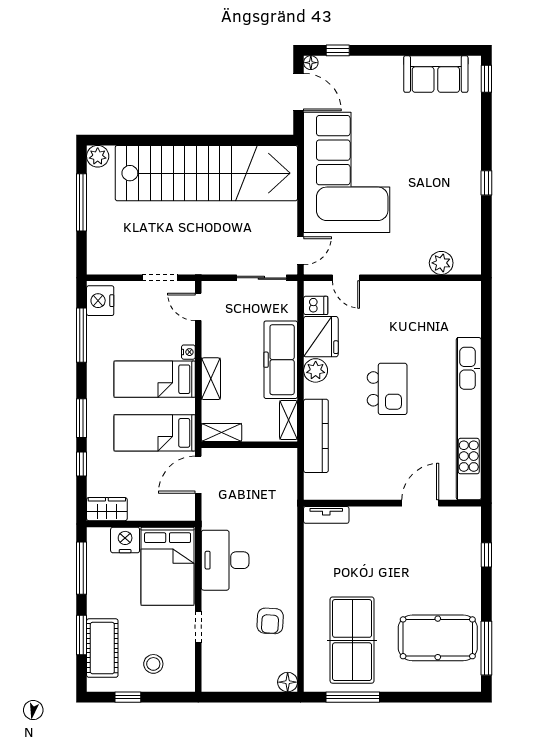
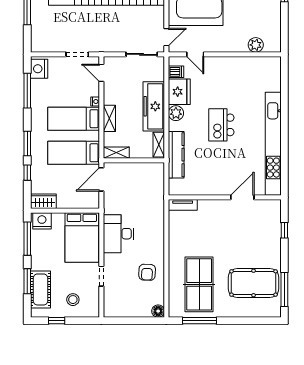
kitchen island: (387, 389) -> (221, 125), turned 180
nightstand: (125, 540) -> (42, 221), moved

